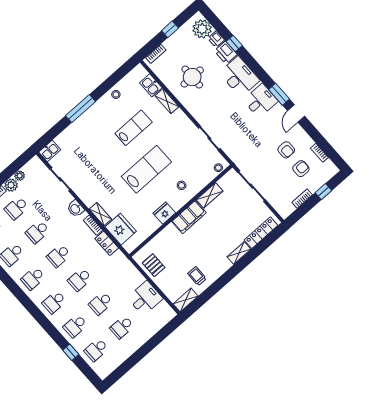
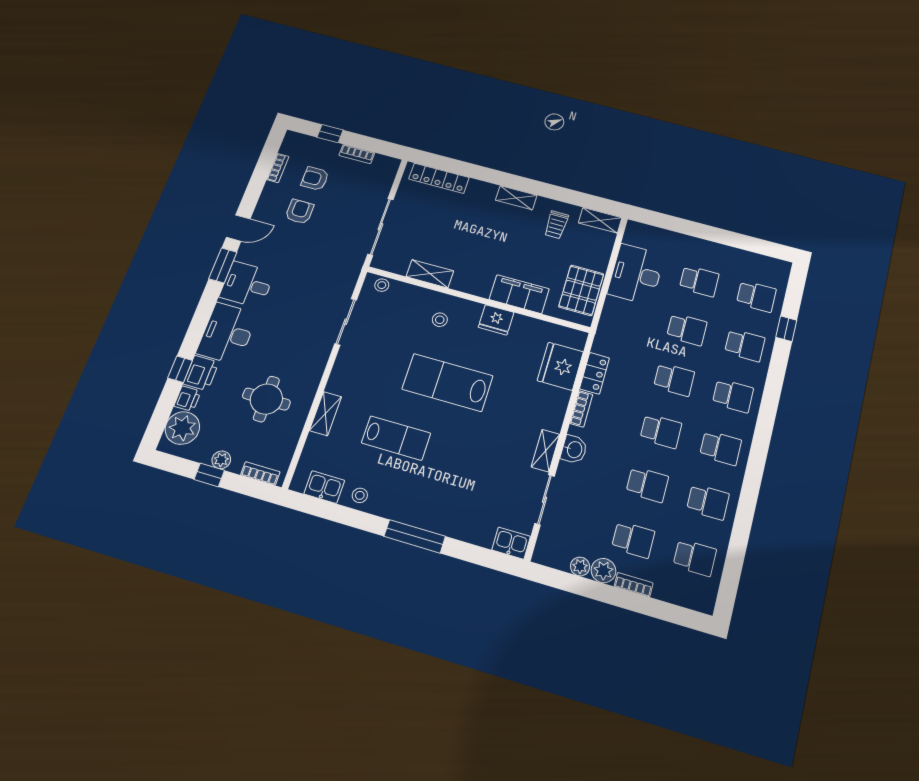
plant: (174, 39) -> (221, 460), added
kitchen sink: (151, 85) -> (324, 487), moved, turned -90
lab bench: (134, 128) -> (396, 438), turned 180
shelving: (100, 214) -> (545, 451), moved
filing cabinet: (189, 217) -> (519, 294), moved
shelving: (239, 253) -> (516, 198), moved
pallet: (154, 265) -> (581, 290), width x1.50, depth x1.42
desk: (145, 298) -> (636, 274), width x1.37

